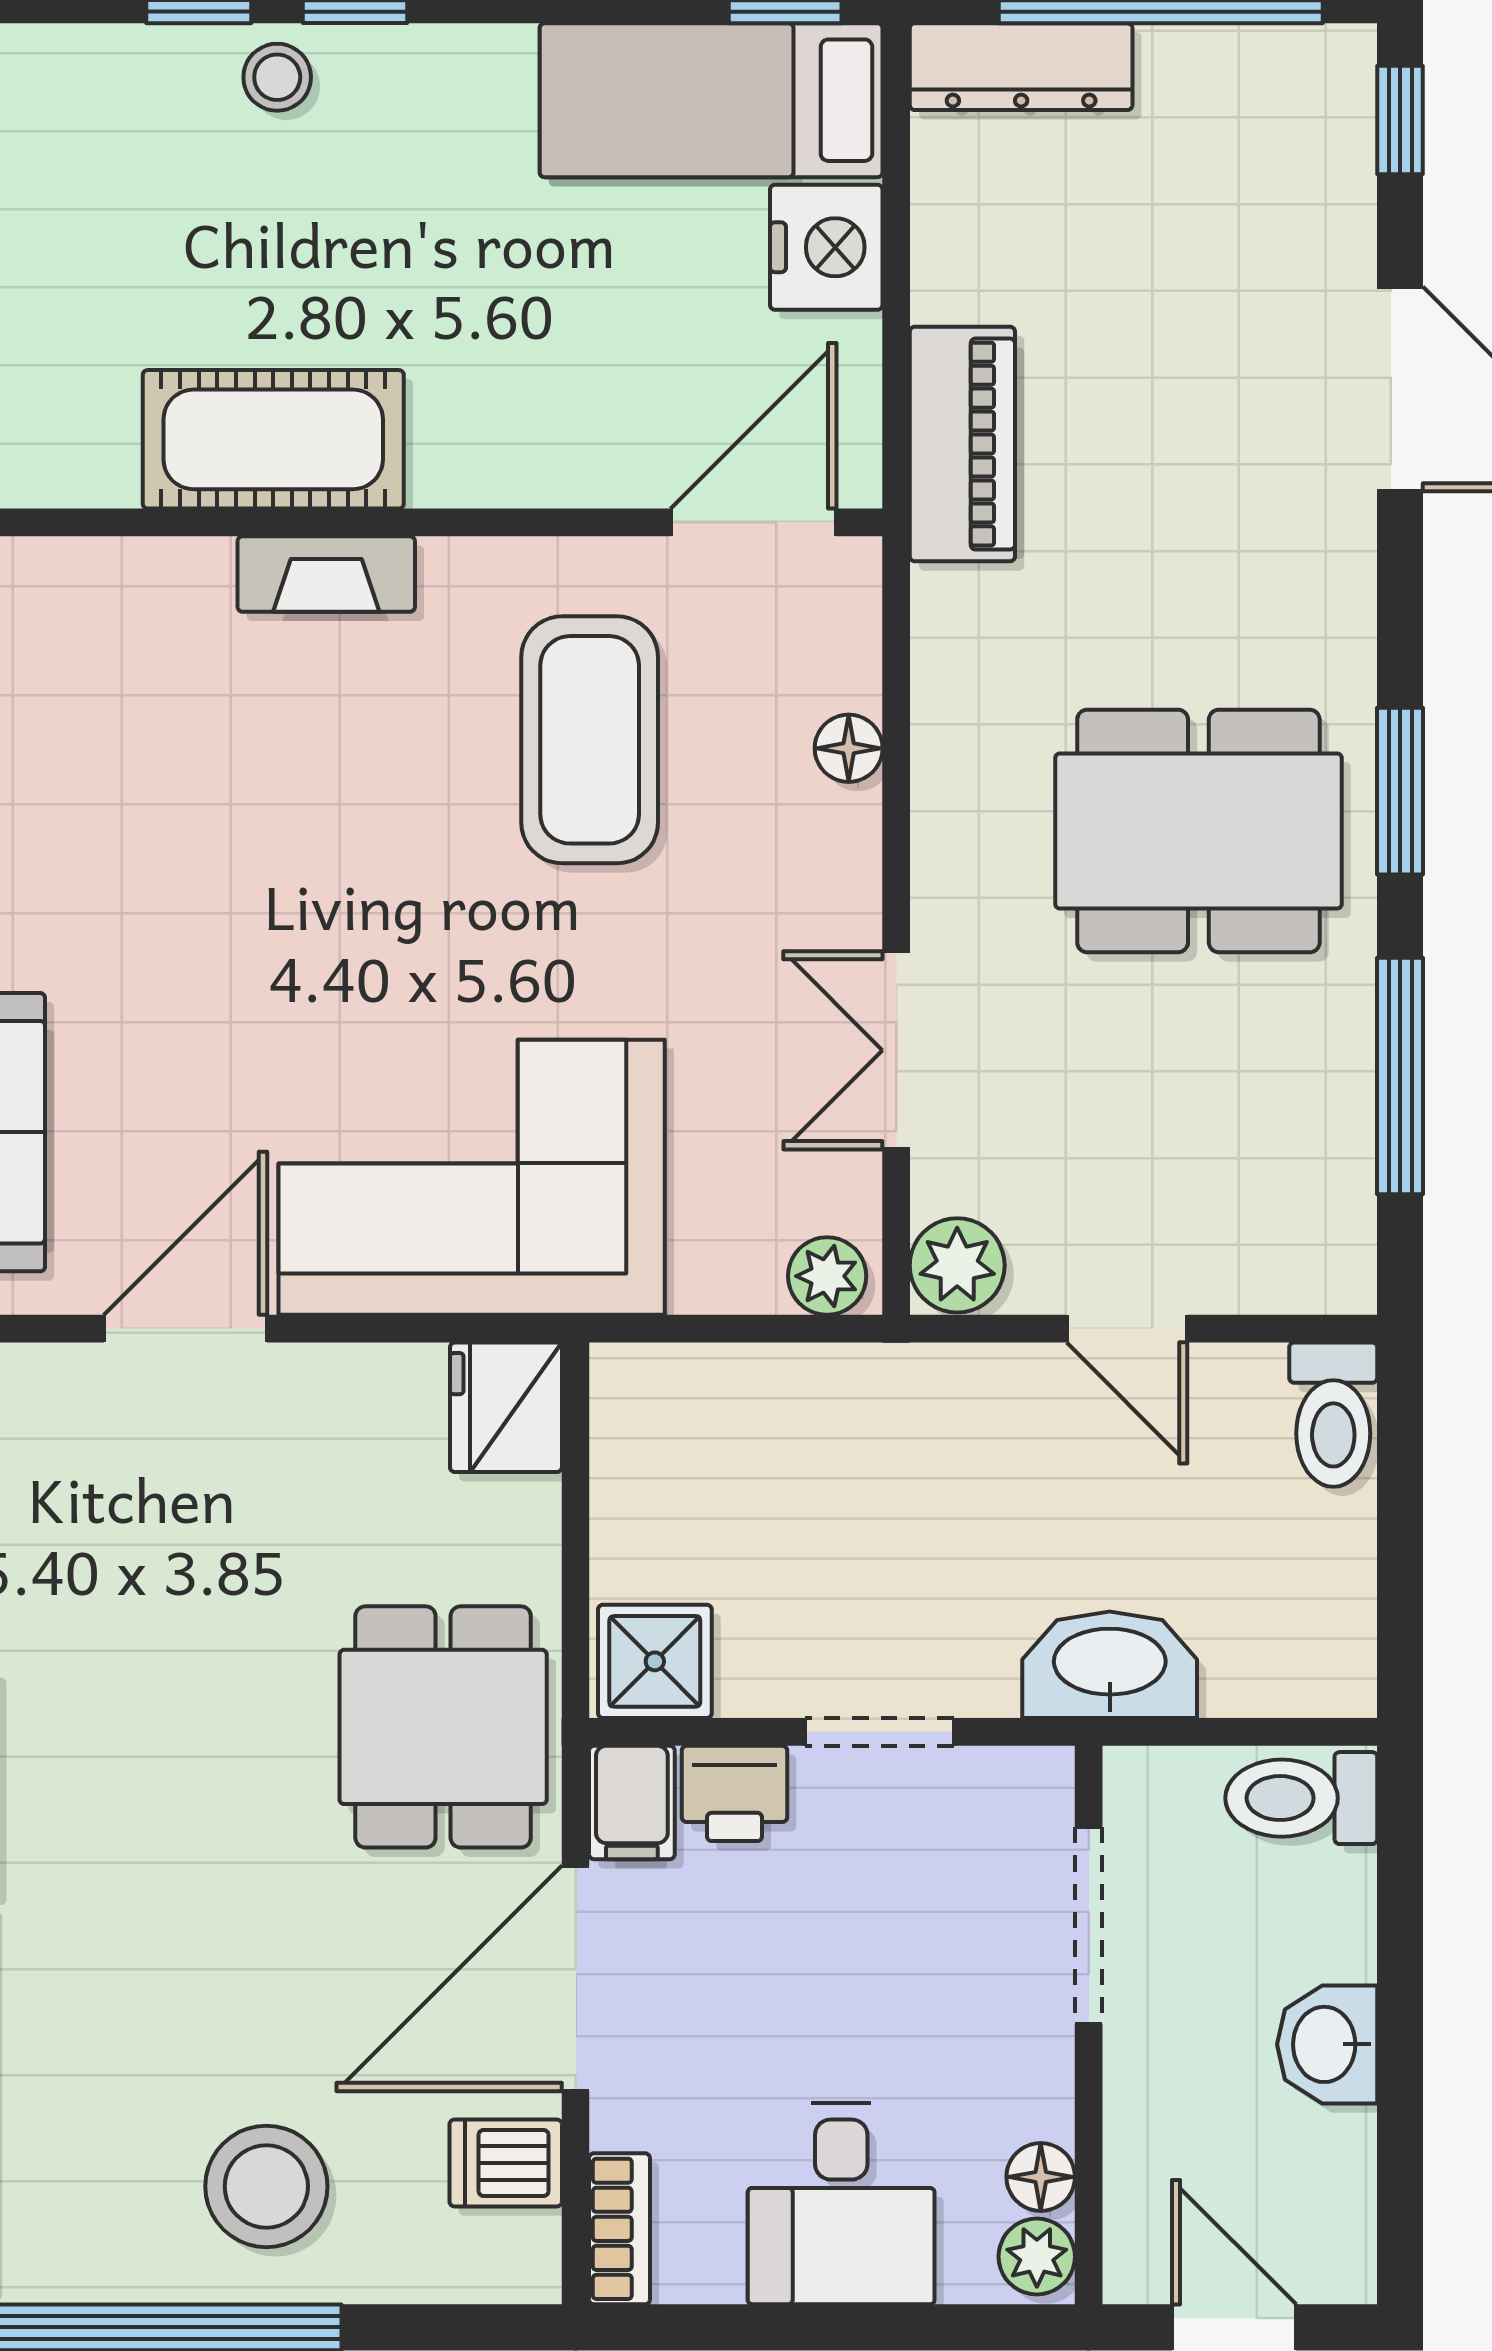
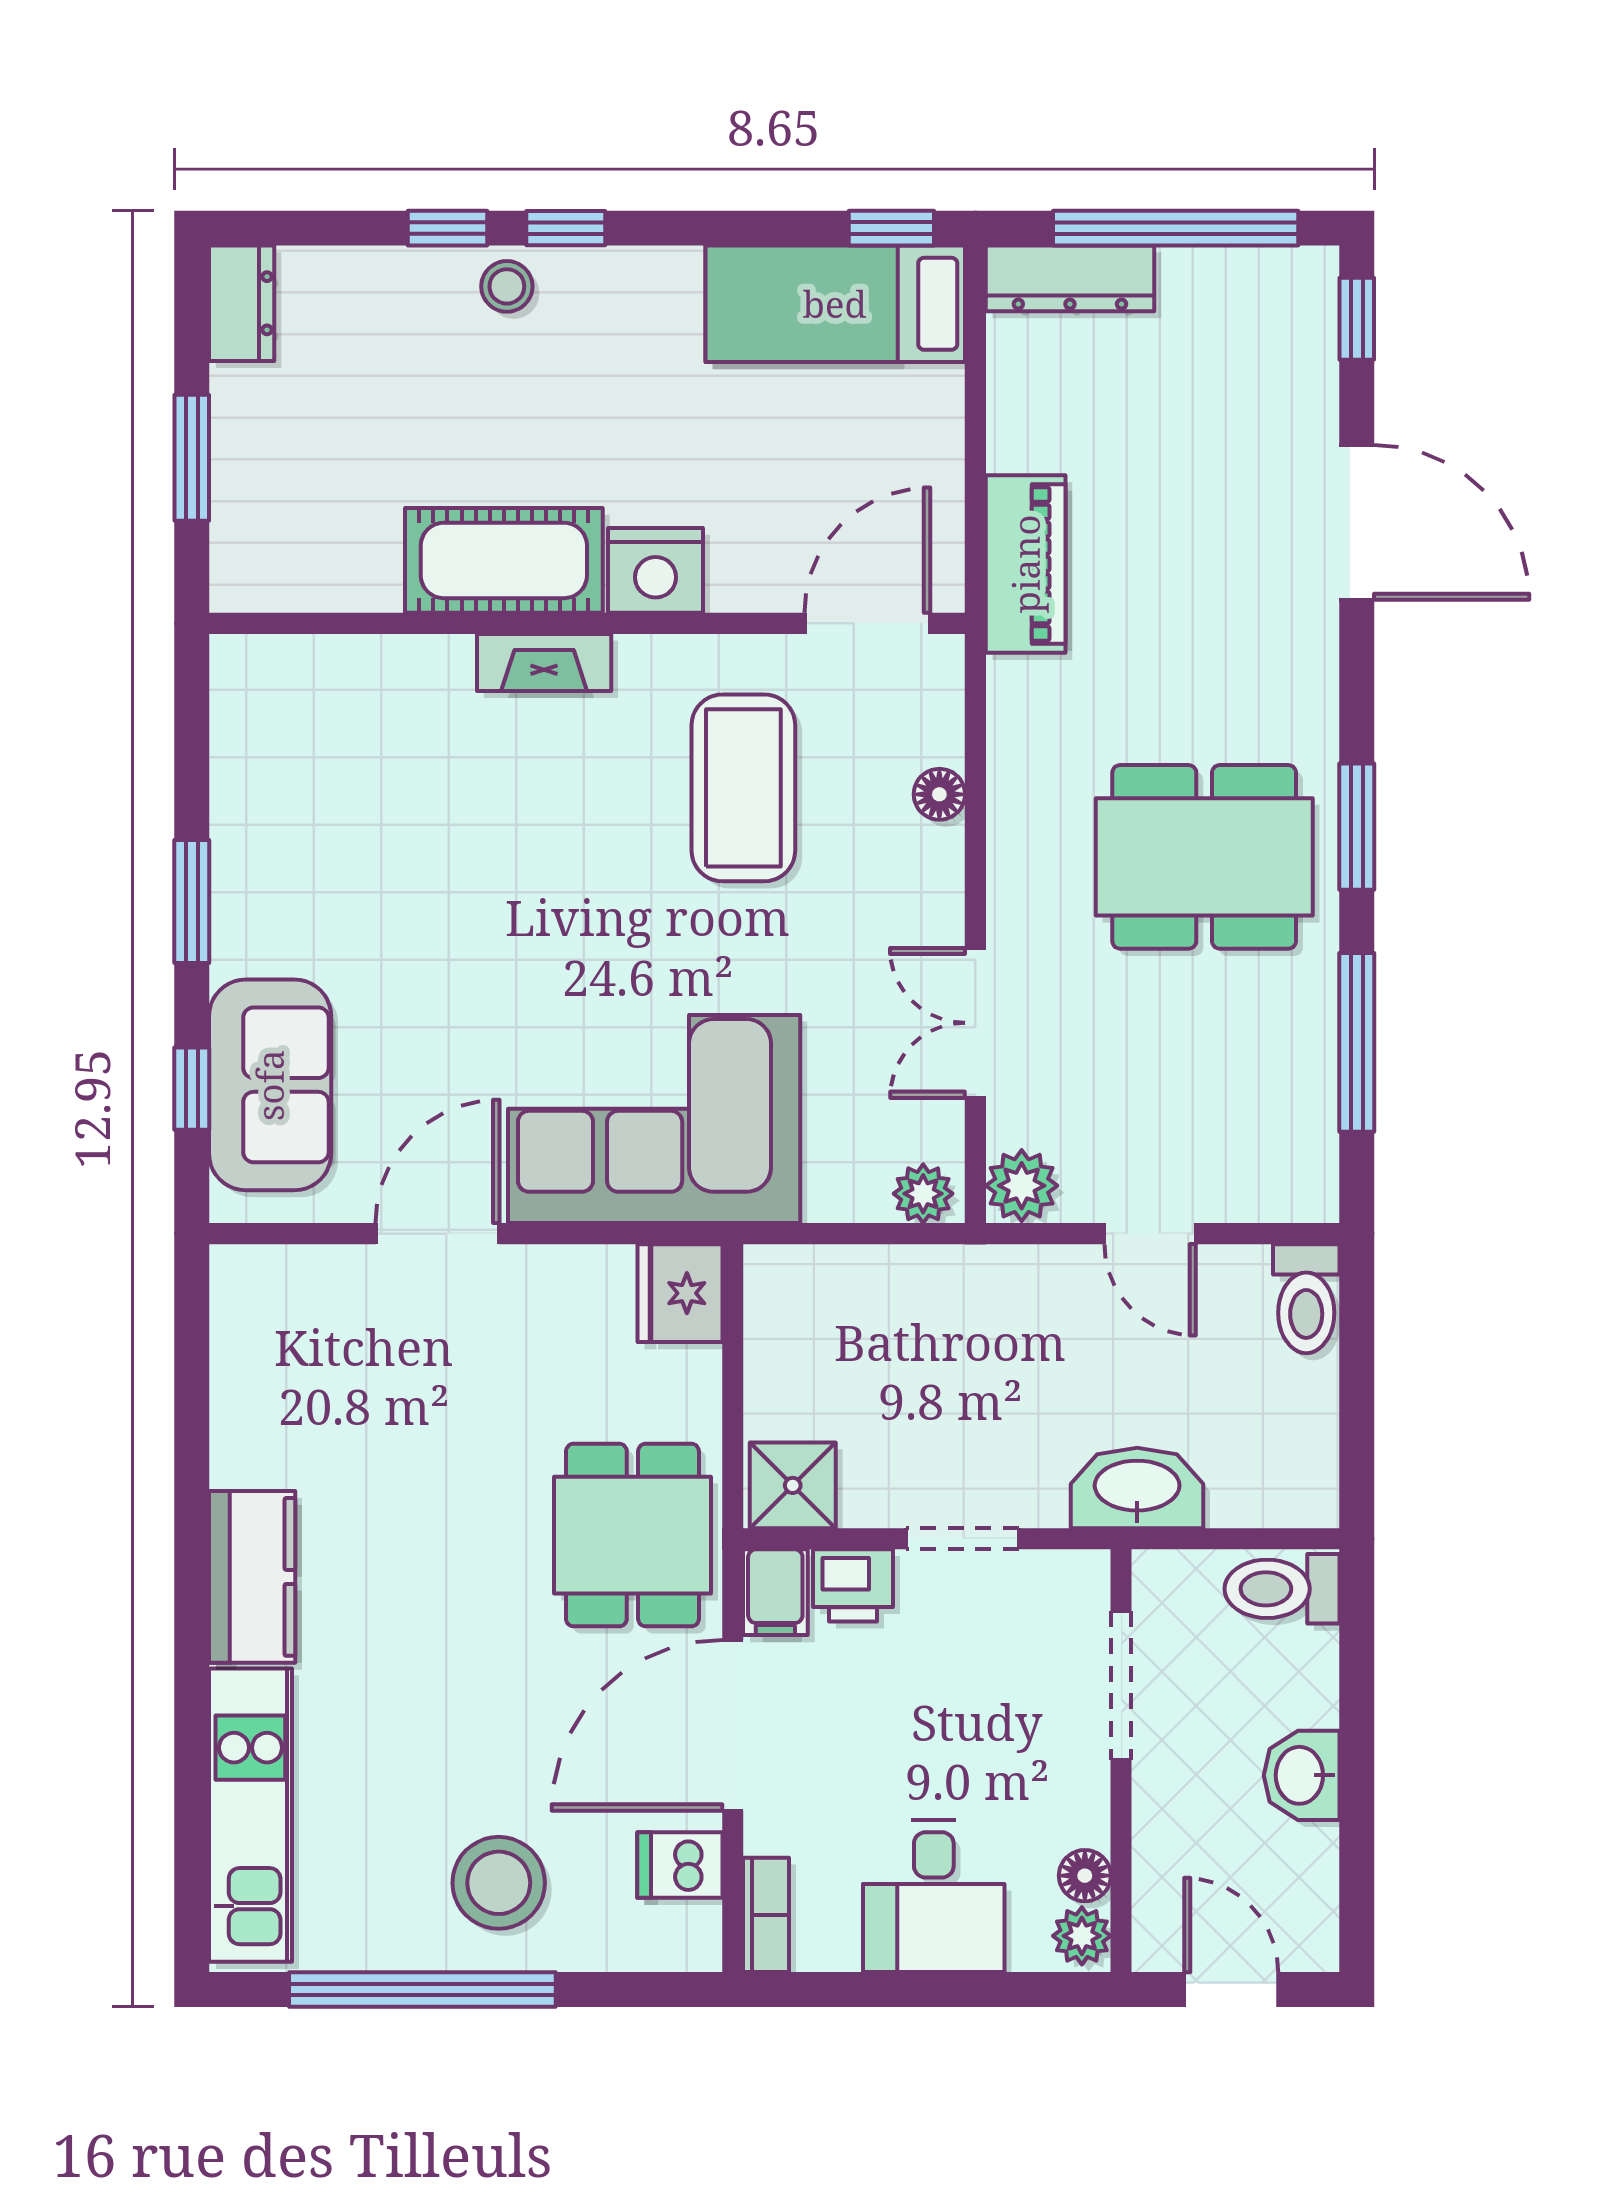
nightstand: (826, 247) -> (656, 570), moved, turned 90

